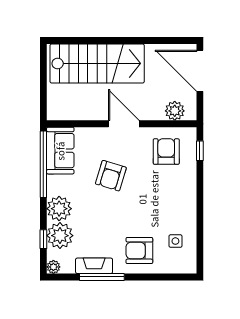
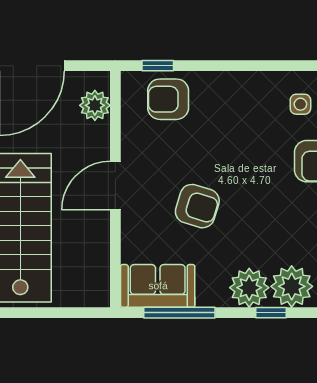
armchair: (166, 152) -> (168, 99), moved
window: (43, 164) -> (179, 313), width x0.68
window: (43, 239) -> (271, 313), moved

